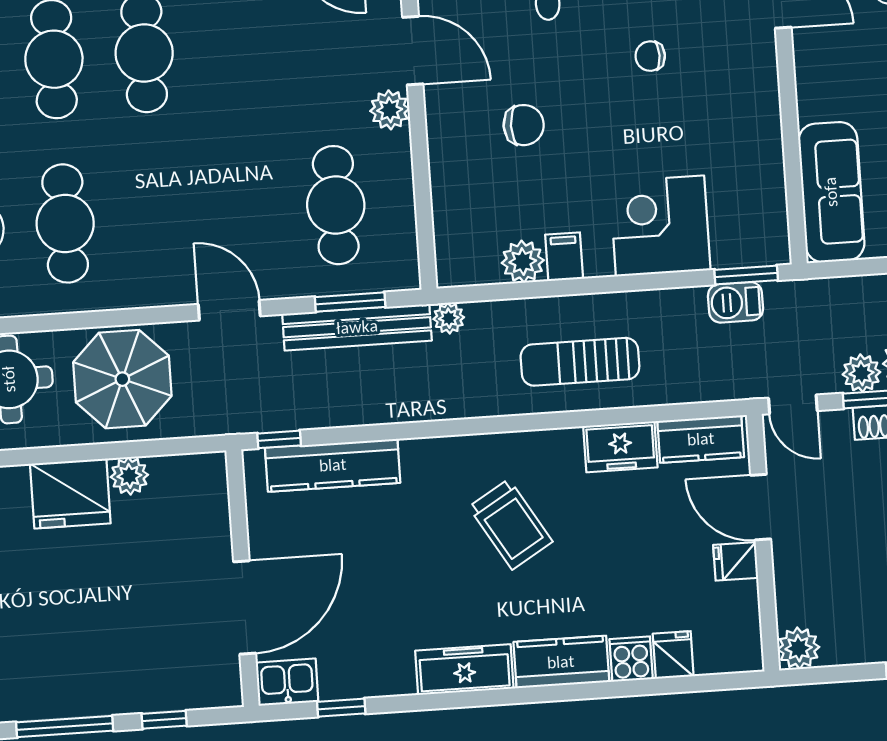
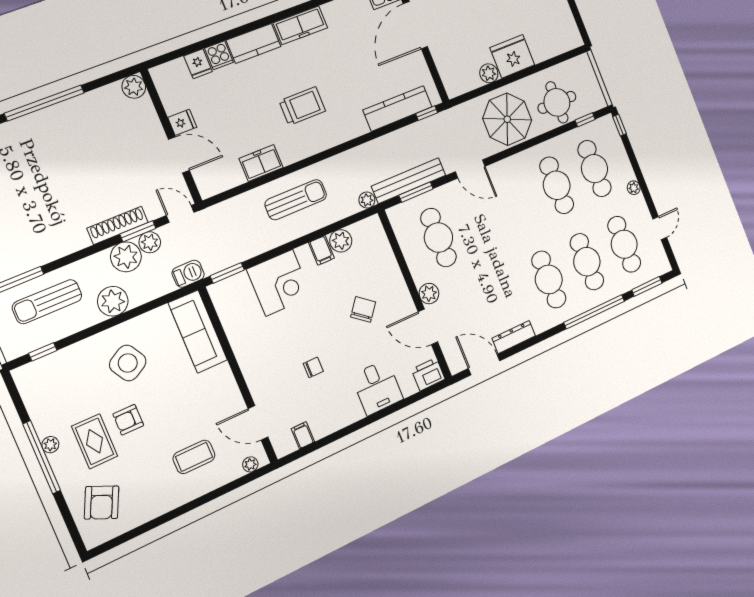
chair: (524, 125) -> (363, 310), turned 128
barbecue: (736, 302) -> (188, 274), moved
kitchen counter: (701, 439) -> (222, 180), removed
trolley: (511, 524) -> (302, 106), turned 121

